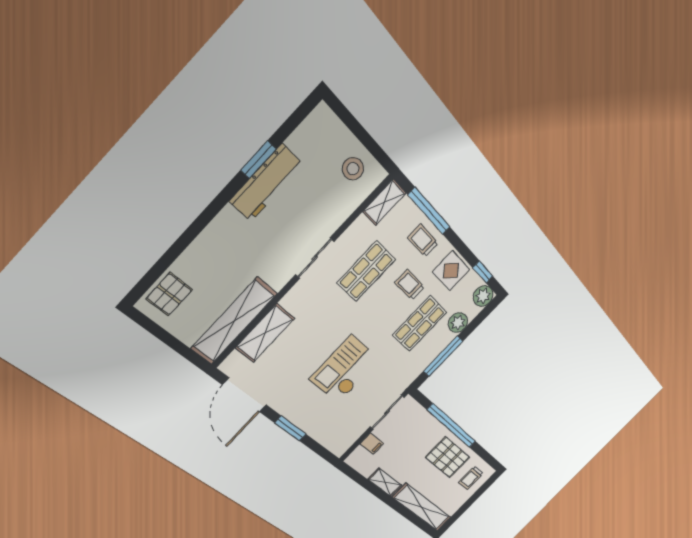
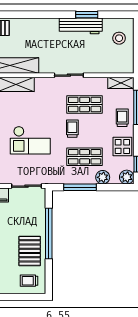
stool: (353, 169) -> (119, 38), moved
trolley: (410, 285) -> (72, 129), moved
checkout: (345, 369) -> (30, 140), turned 180

